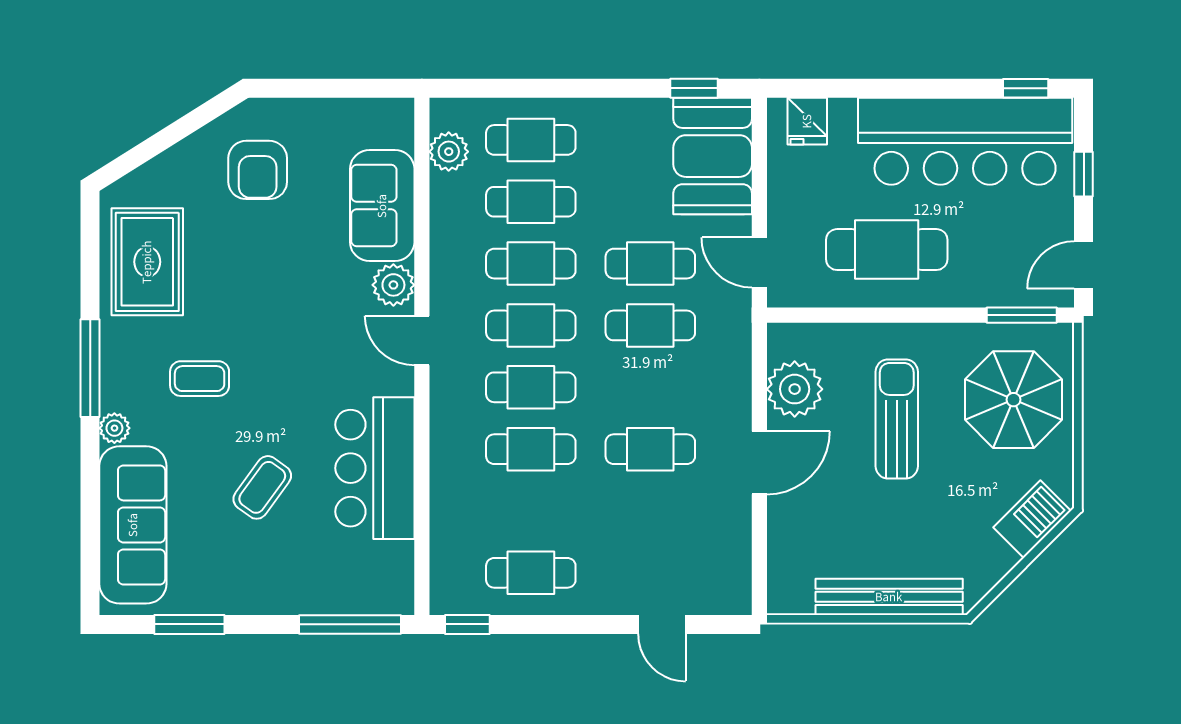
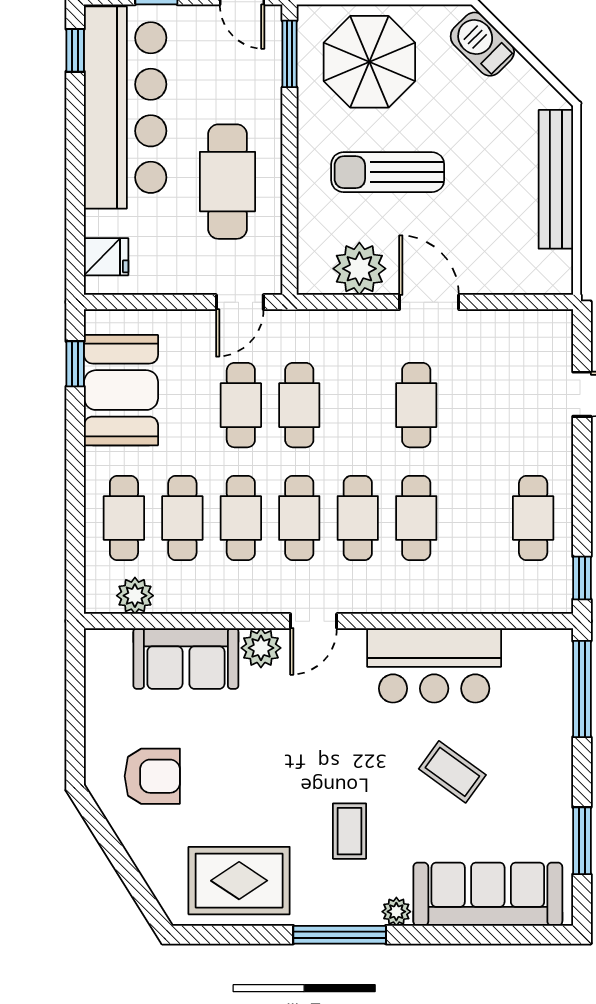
booth: (713, 156) -> (121, 390), moved, turned 90

